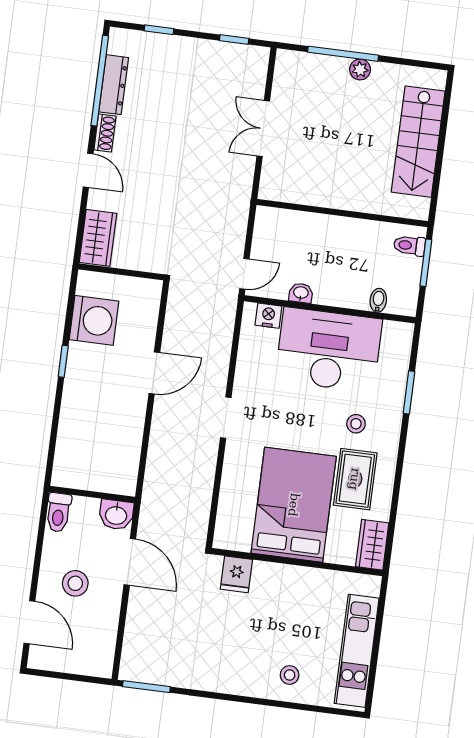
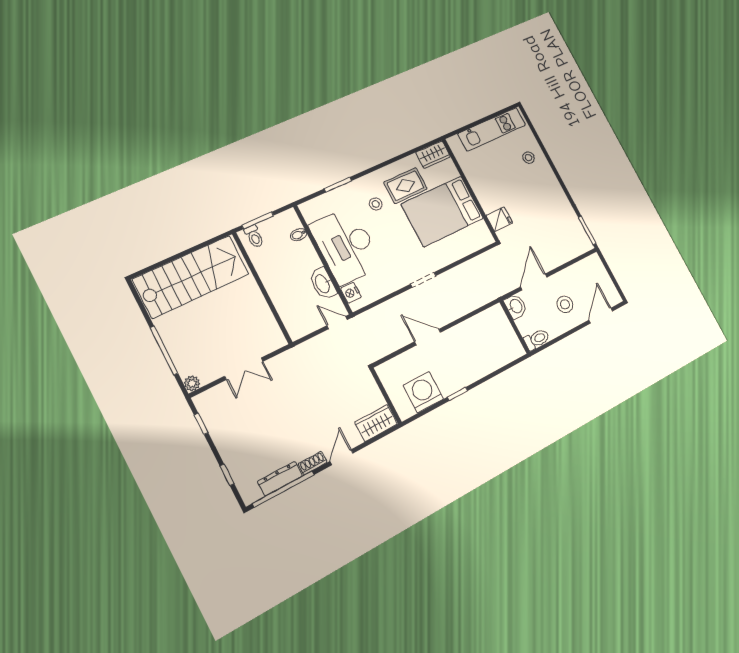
plant: (360, 69) -> (192, 383), moved
stairs: (418, 142) -> (191, 277), width x1.36, depth x1.51
washbasin: (301, 293) -> (323, 284), width x1.91, depth x1.45

